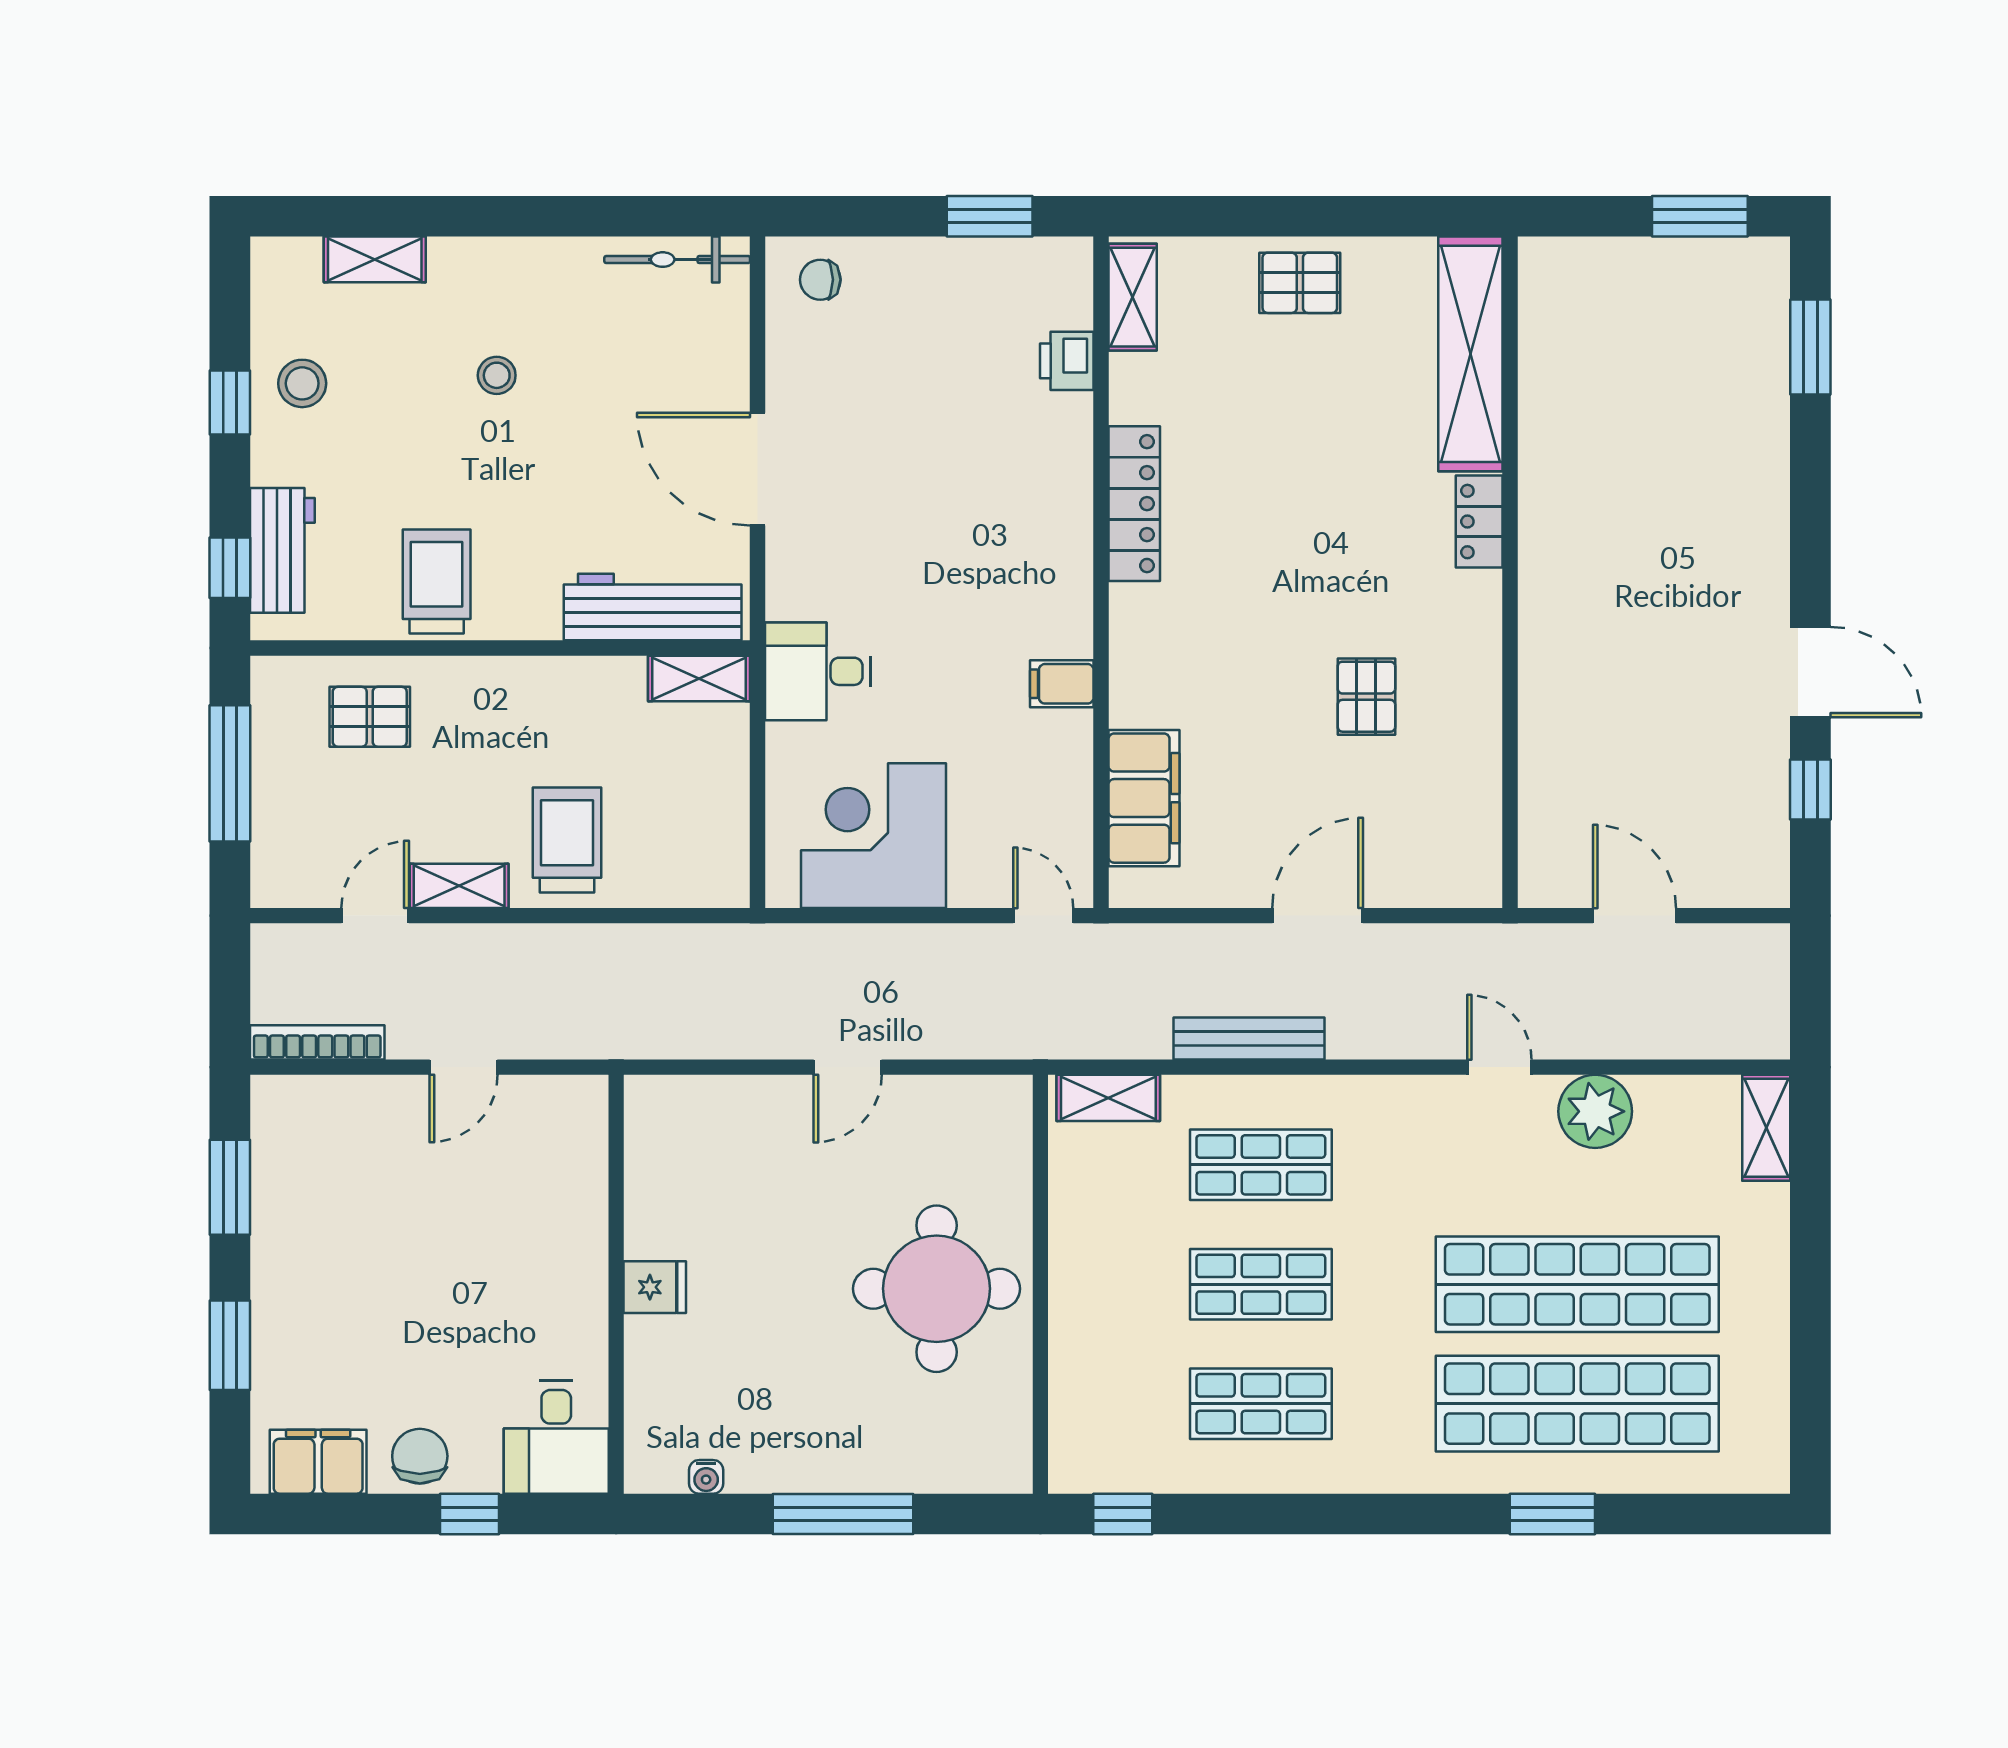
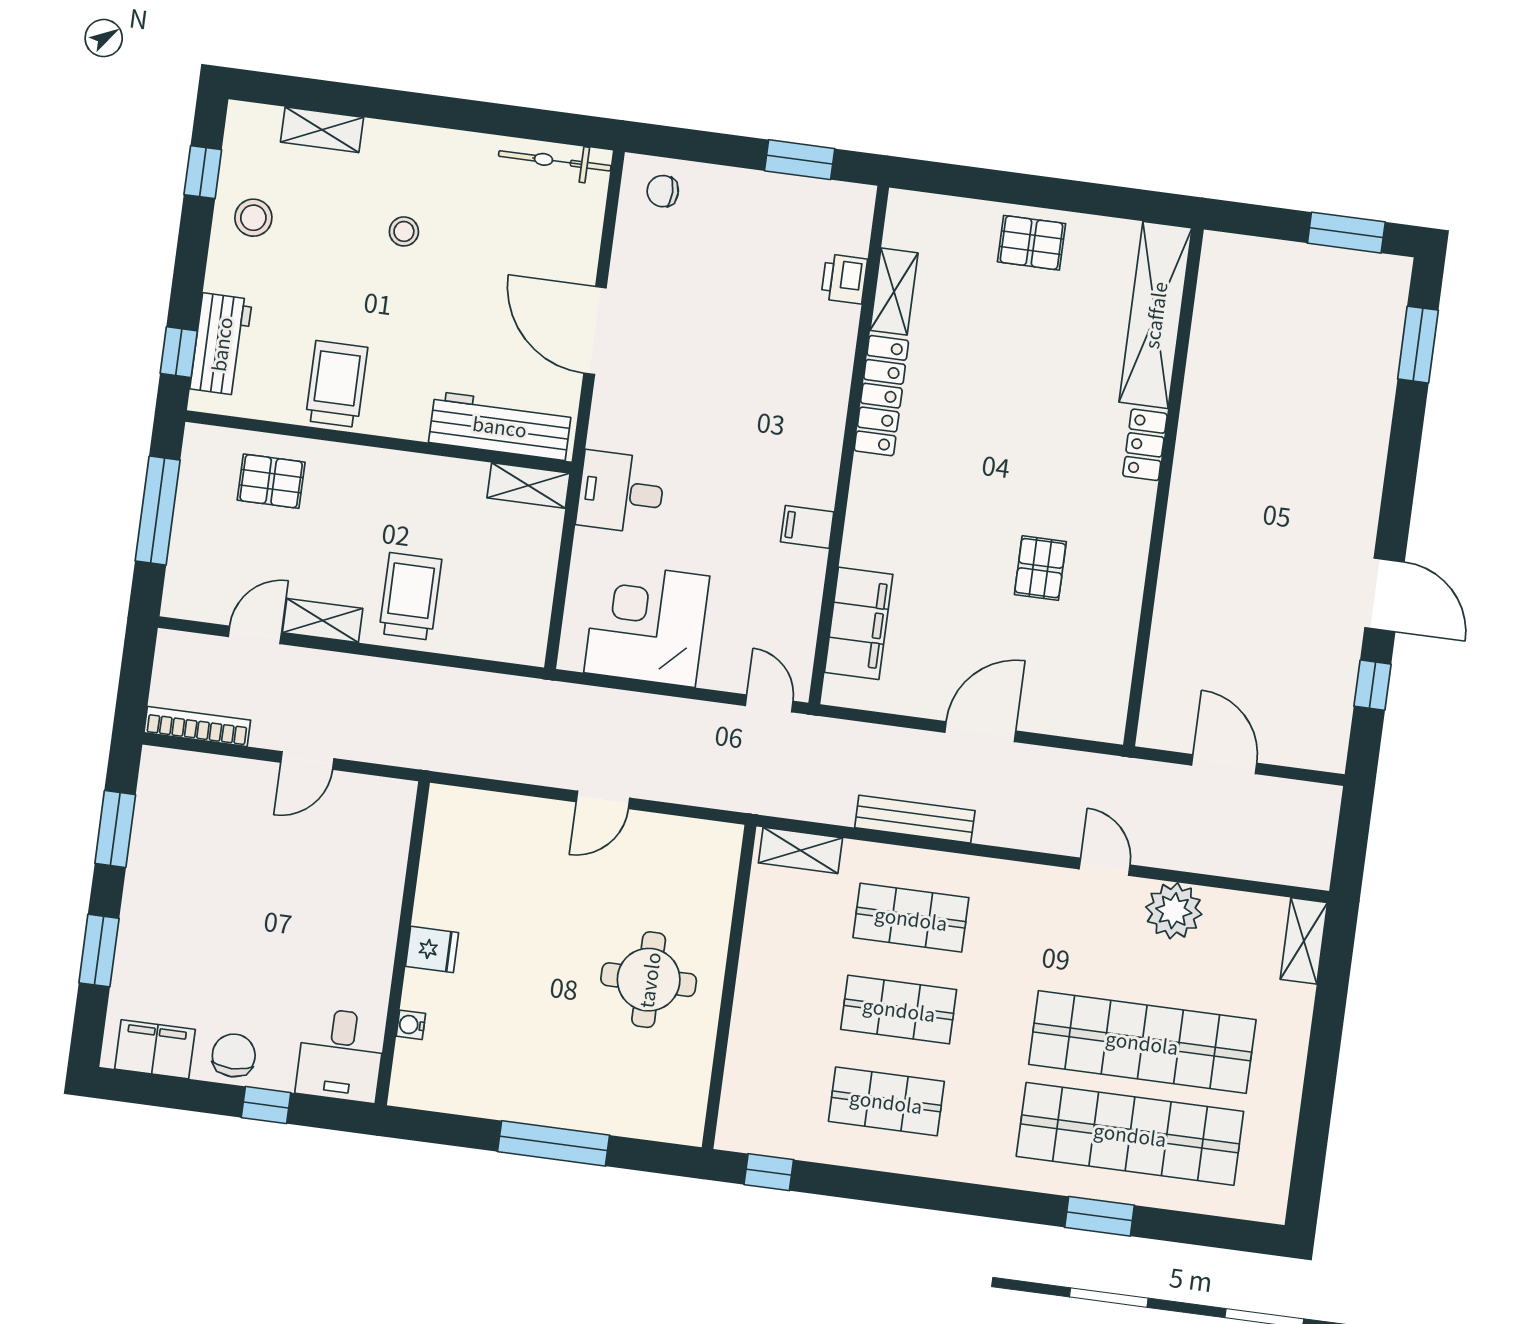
shelving: (1133, 297) -> (894, 292), moved
window: (230, 403) -> (203, 172), moved
round table: (937, 1289) -> (649, 980), width x0.73, depth x0.73
water cooler: (706, 1477) -> (411, 1025), moved, turned 90

